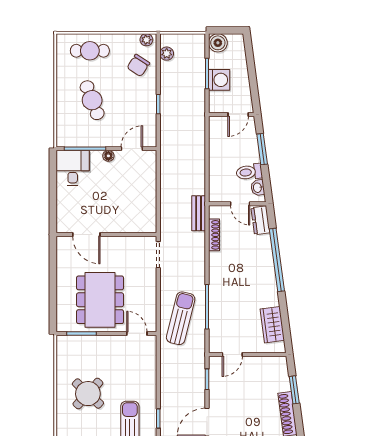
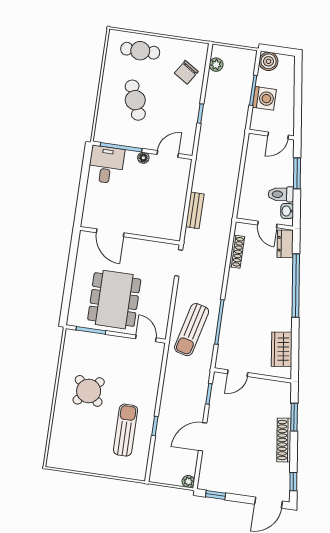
plant: (146, 40) -> (198, 48), removed
bench: (199, 213) -> (195, 210), moved
sun lounger: (181, 318) -> (192, 330), turned 180

